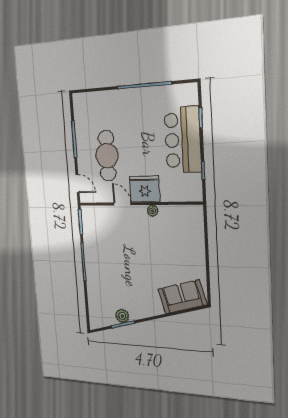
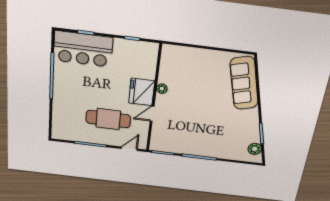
bar counter: (183, 140) -> (83, 49), moved
sofa: (182, 297) -> (244, 83), width x1.36
plant: (122, 316) -> (255, 149), moved

